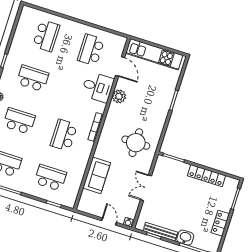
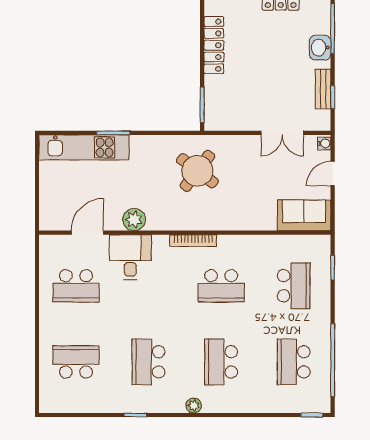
kitchen unit: (154, 54) -> (84, 147), moved, turned 90
round table: (136, 143) -> (197, 171), turned 37
sofa: (97, 175) -> (304, 215), moved
school desk: (50, 178) -> (294, 286), turned 180
double door: (146, 188) -> (282, 133), moved
bench: (160, 232) -> (323, 89), width x0.73

